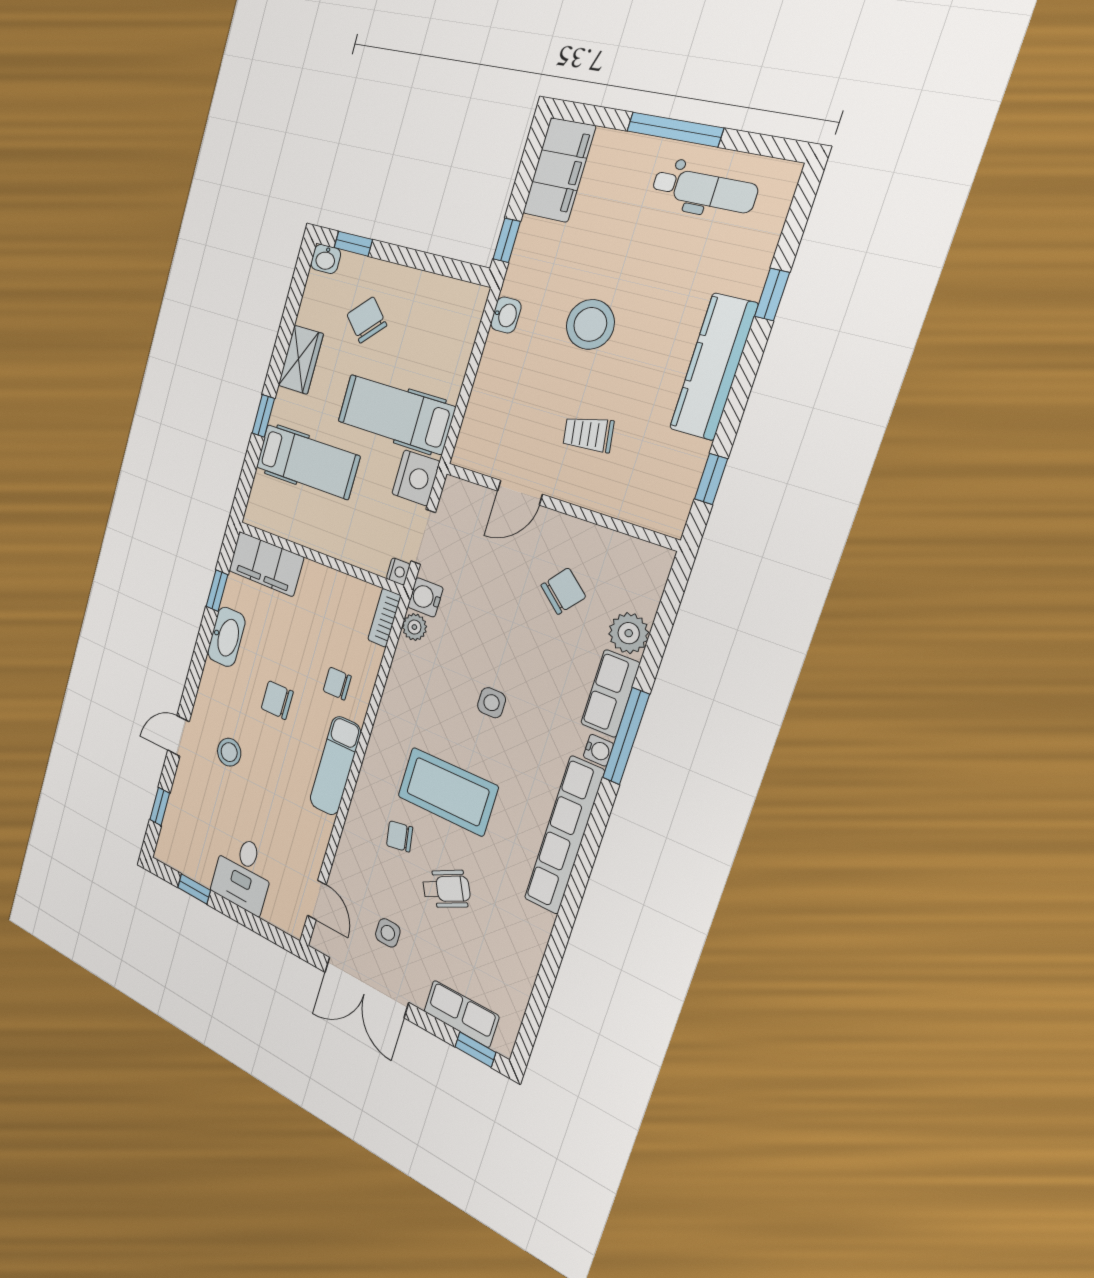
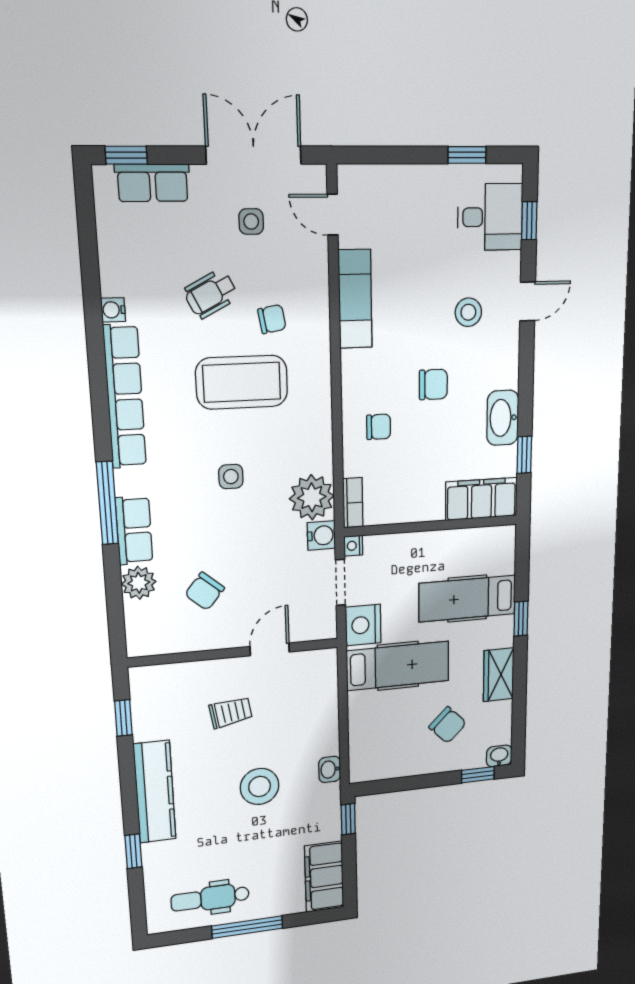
plant: (414, 627) -> (312, 497), width x1.88, depth x1.88
water cooler: (598, 750) -> (113, 310), moved
exam couch: (335, 766) -> (355, 299), moved
desk: (243, 873) -> (490, 217), moved, turned 90

